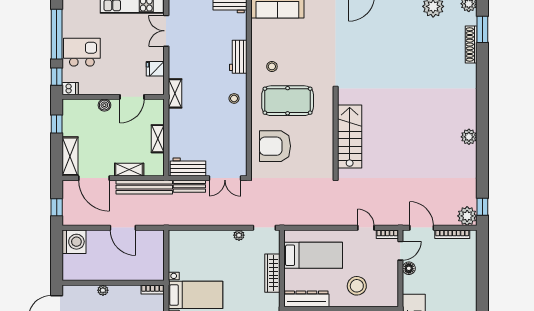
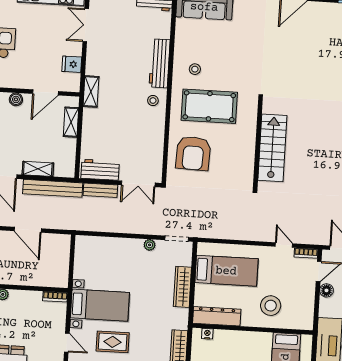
workbench: (238, 57) -> (160, 63), width x1.37
shelving: (158, 139) -> (71, 122), moved
armchair: (275, 146) -> (193, 153), turned -88

